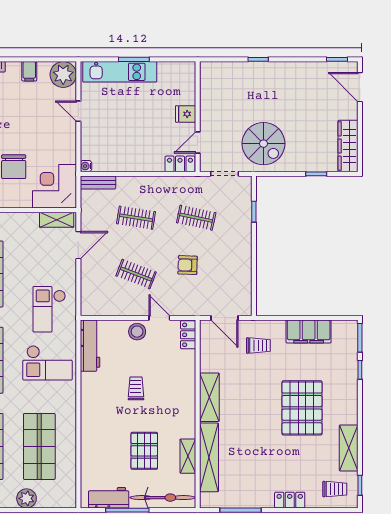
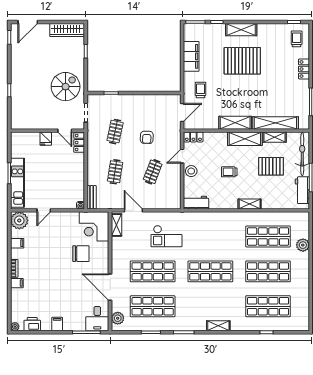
checkout: (49, 309) -> (166, 236), moved
workbench: (90, 346) -> (196, 203), width x0.73
checkout: (47, 363) -> (212, 231), removed
shelving: (185, 412) -> (245, 139), added
shelving: (88, 419) -> (250, 204), added
shelving: (349, 448) -> (241, 30), moved

